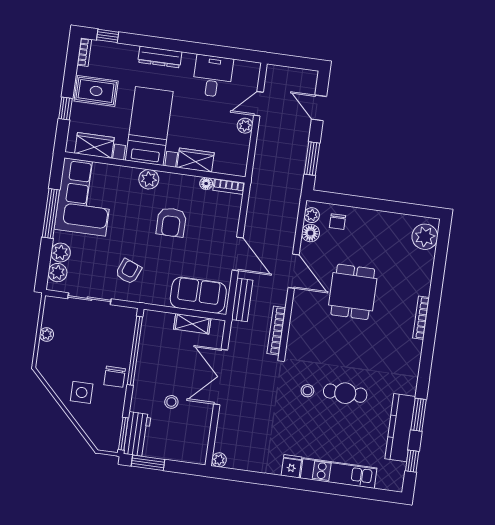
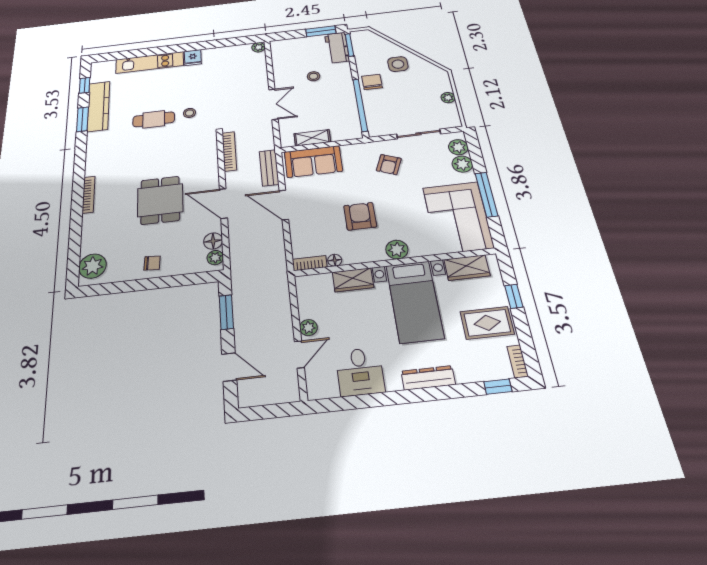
chair: (337, 222) -> (152, 263), moved, turned 94
double door: (221, 377) -> (273, 104), width x0.73

